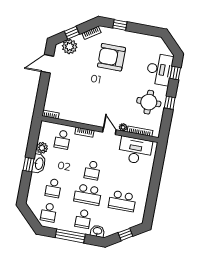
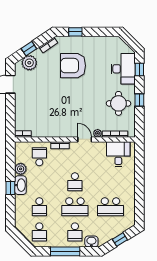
school desk: (62, 139) -> (39, 157), turned 180
desk: (135, 151) -> (118, 154), width x0.73

